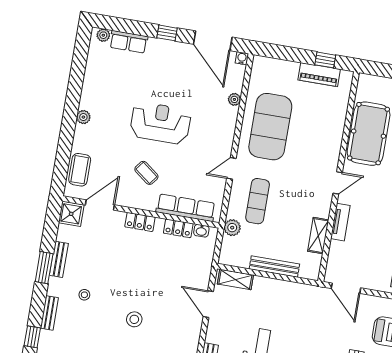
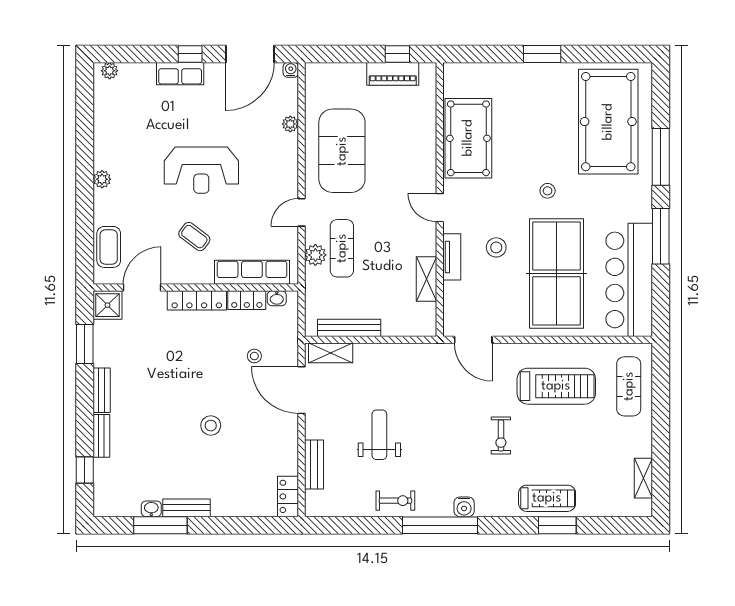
door: (213, 41) -> (250, 54), hinge flipped
row of seats: (129, 42) -> (180, 74), moved
reception desk: (160, 123) -> (201, 170), turned 180
door: (338, 183) -> (440, 208), swing flipped
stool: (376, 221) -> (496, 247), added
locker: (140, 222) -> (197, 300), width x1.53
plant: (232, 228) -> (315, 255), moved
bench: (59, 259) -> (102, 390), moved
bench: (274, 267) -> (349, 328), moved
window: (44, 268) -> (85, 344), moved
stool: (84, 295) -> (254, 356), moved
door: (208, 304) -> (301, 390), width x1.36

